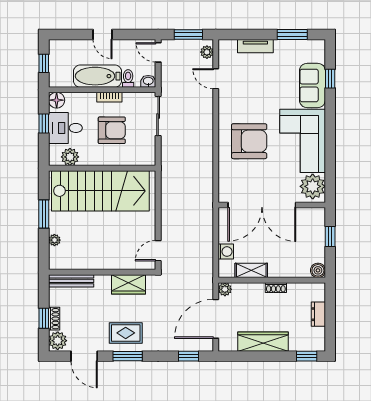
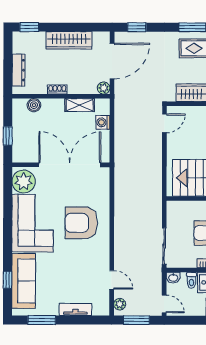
sofa: (312, 85) -> (24, 281), width x1.36
boiler: (318, 270) -> (34, 105), moved
dresser: (318, 314) -> (19, 70), width x1.44

